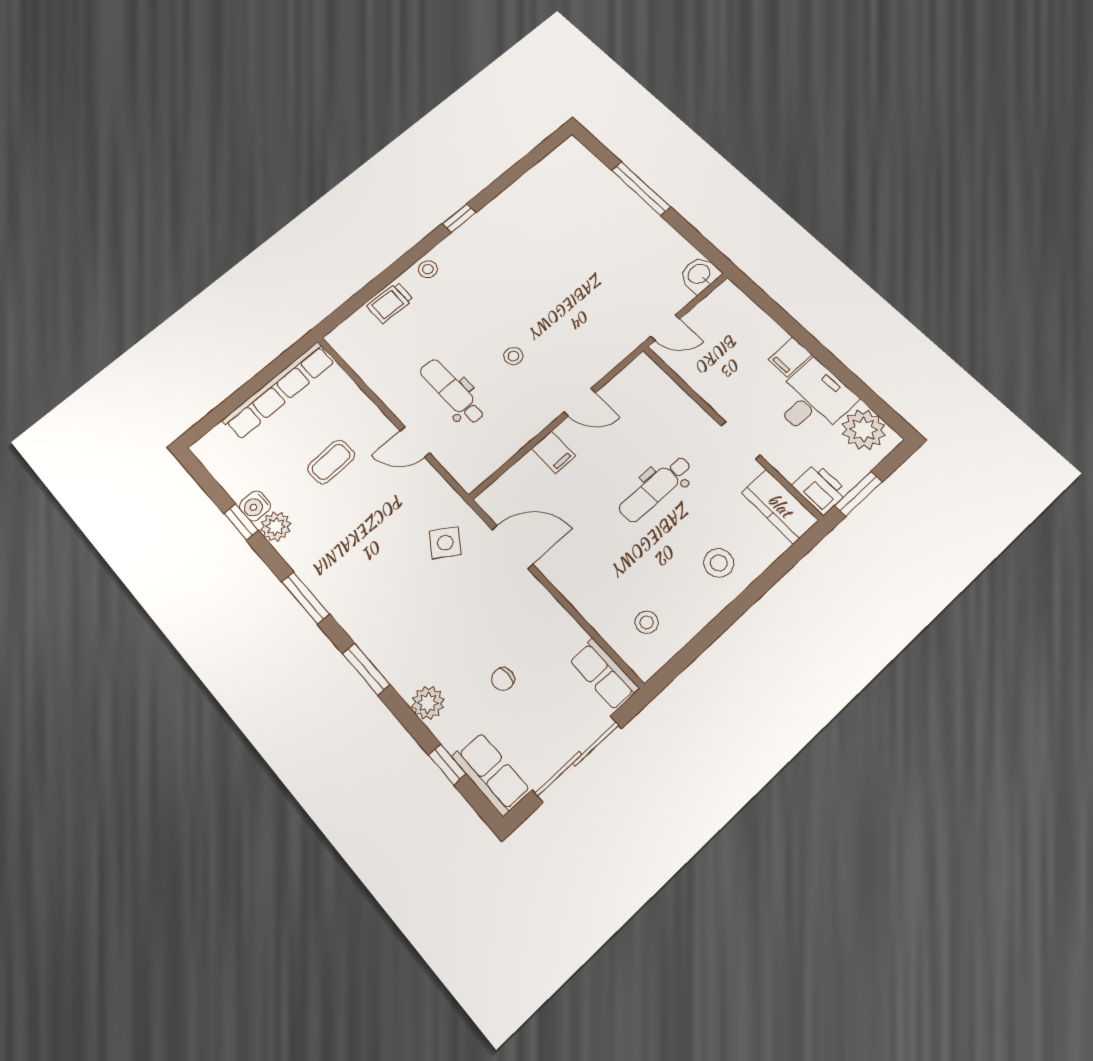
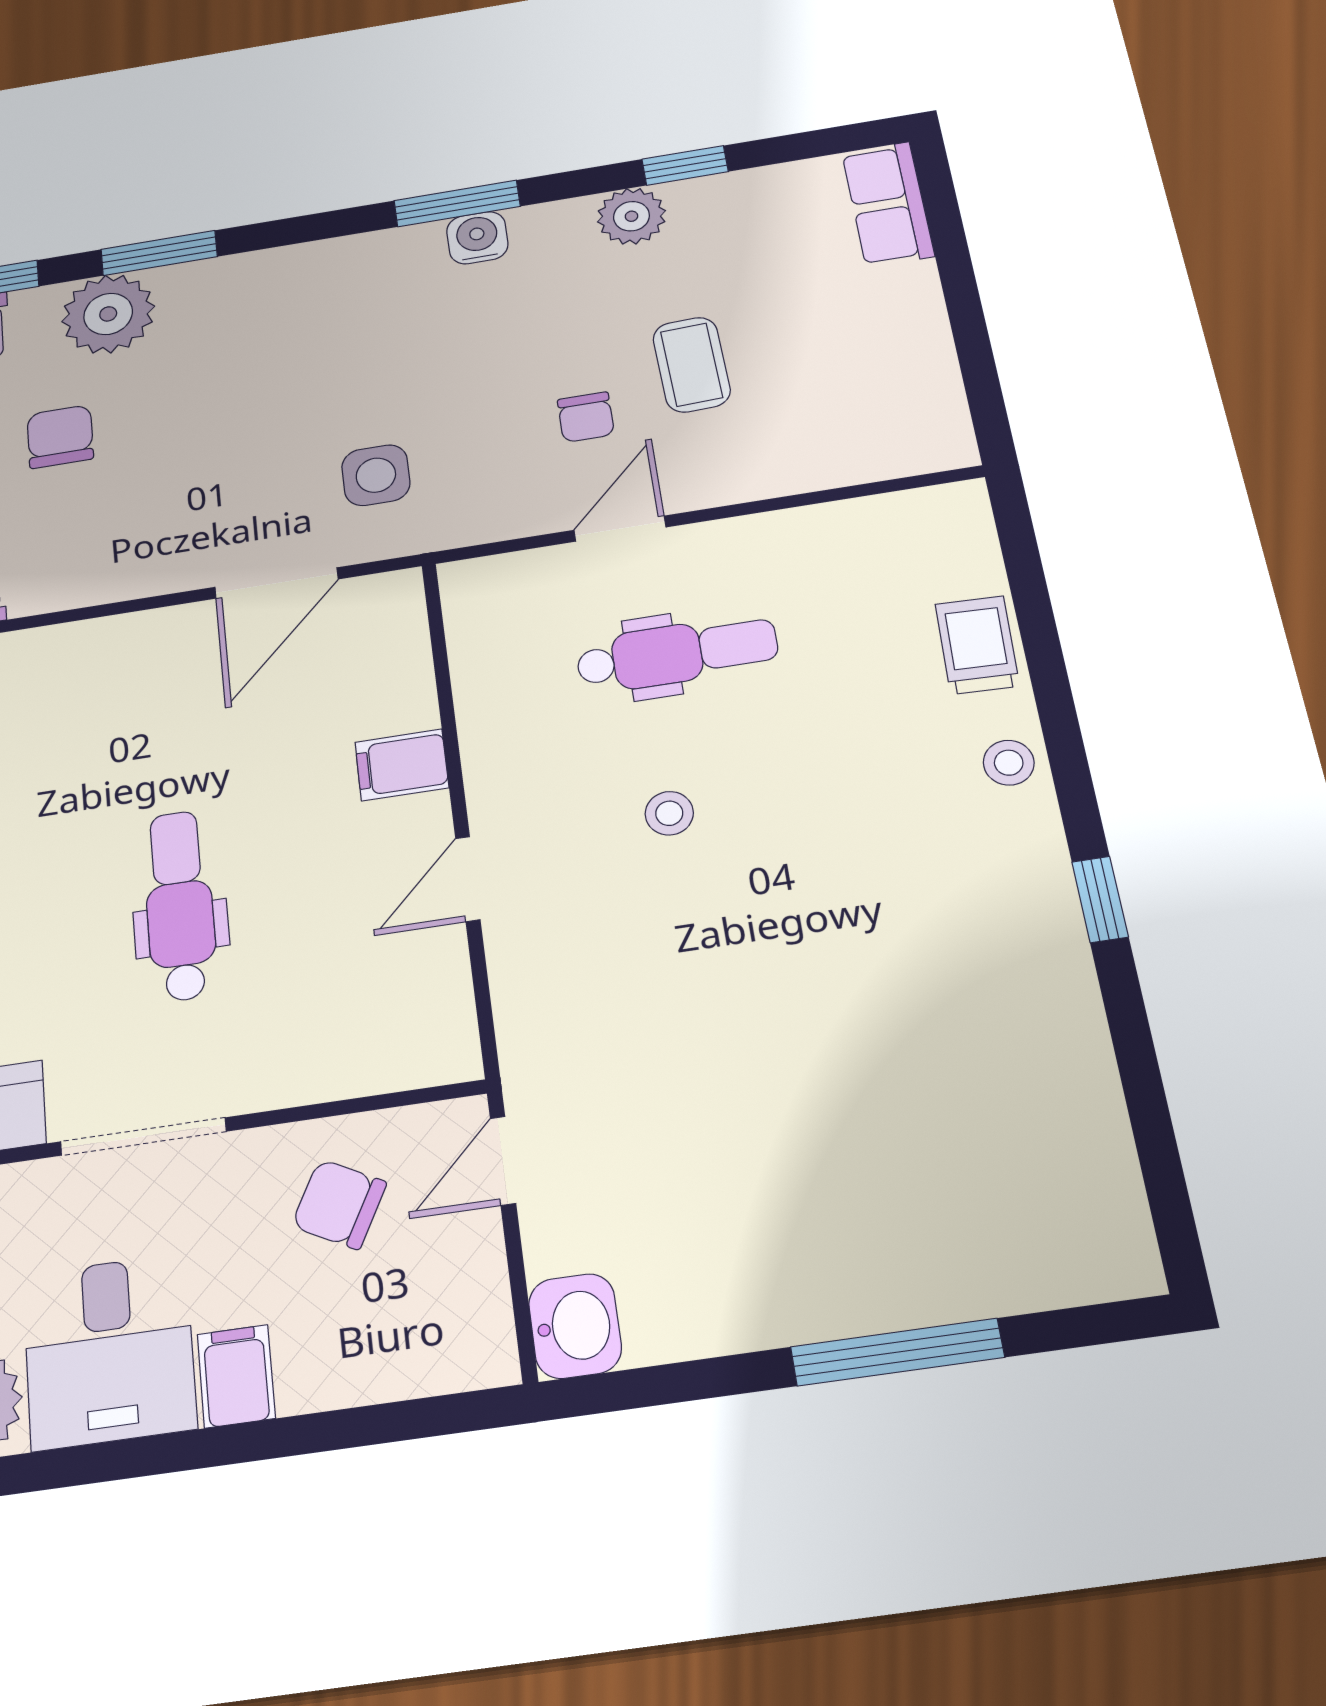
chair: (715, 365) -> (339, 1204), added
row of seats: (279, 391) -> (888, 204), moved, width x0.50
doorway: (741, 440) -> (143, 1137), width x1.38
chair: (375, 484) -> (586, 417), added
water cooler: (255, 506) -> (477, 238), moved
side table: (445, 543) -> (376, 475), turned -34
window: (366, 669) -> (159, 253), moved
chair: (503, 679) -> (60, 437), width x1.37, depth x1.37
plant: (428, 703) -> (108, 314), width x1.36, depth x1.36

